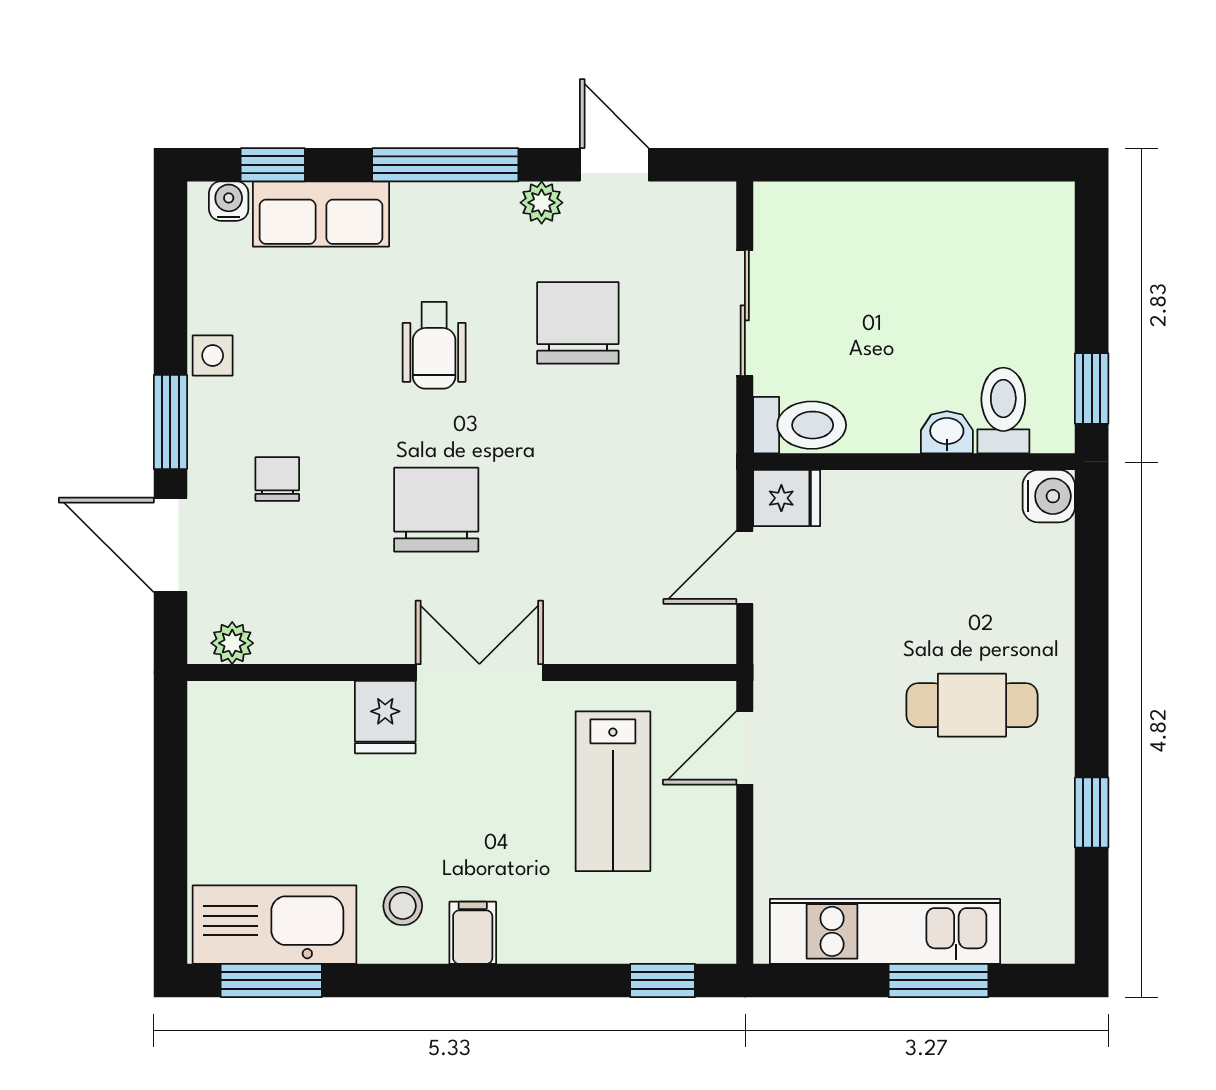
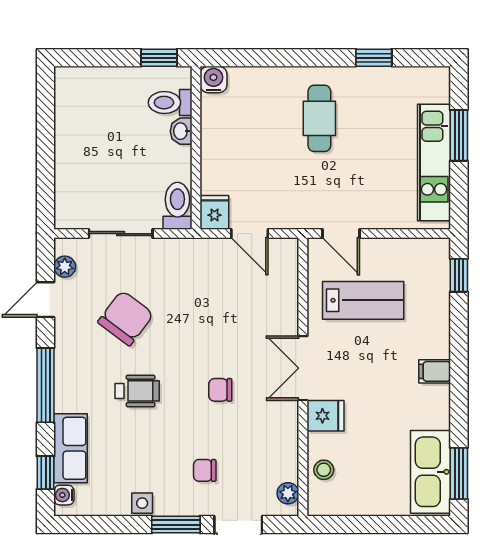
plant: (542, 203) -> (65, 267), moved
chair: (578, 323) -> (126, 318), turned 127
chair: (436, 510) -> (220, 390), width x0.54, depth x0.54
stool: (403, 906) -> (324, 470), moved

